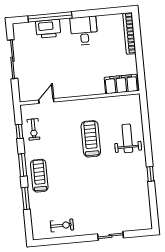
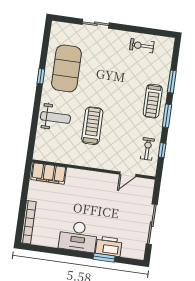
window: (50, 17) -> (104, 258), width x0.47
desk: (84, 31) -> (78, 236), width x1.37
weight bench: (127, 138) -> (55, 117), turned -90
treadmill: (91, 139) -> (92, 126), turned 180
exercise mat: (128, 187) -> (66, 68), added

